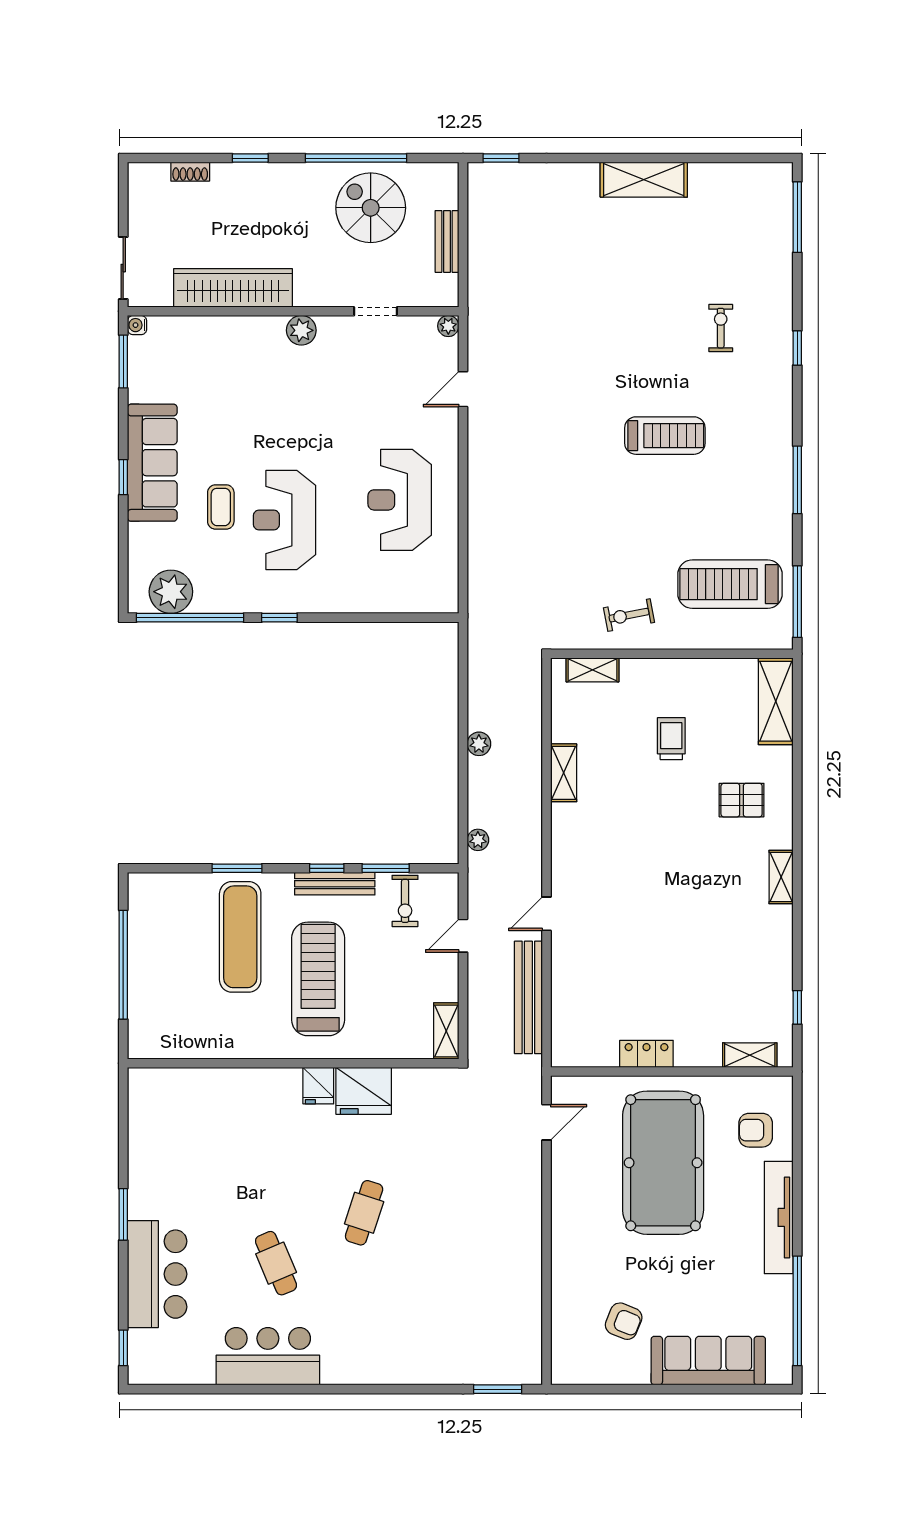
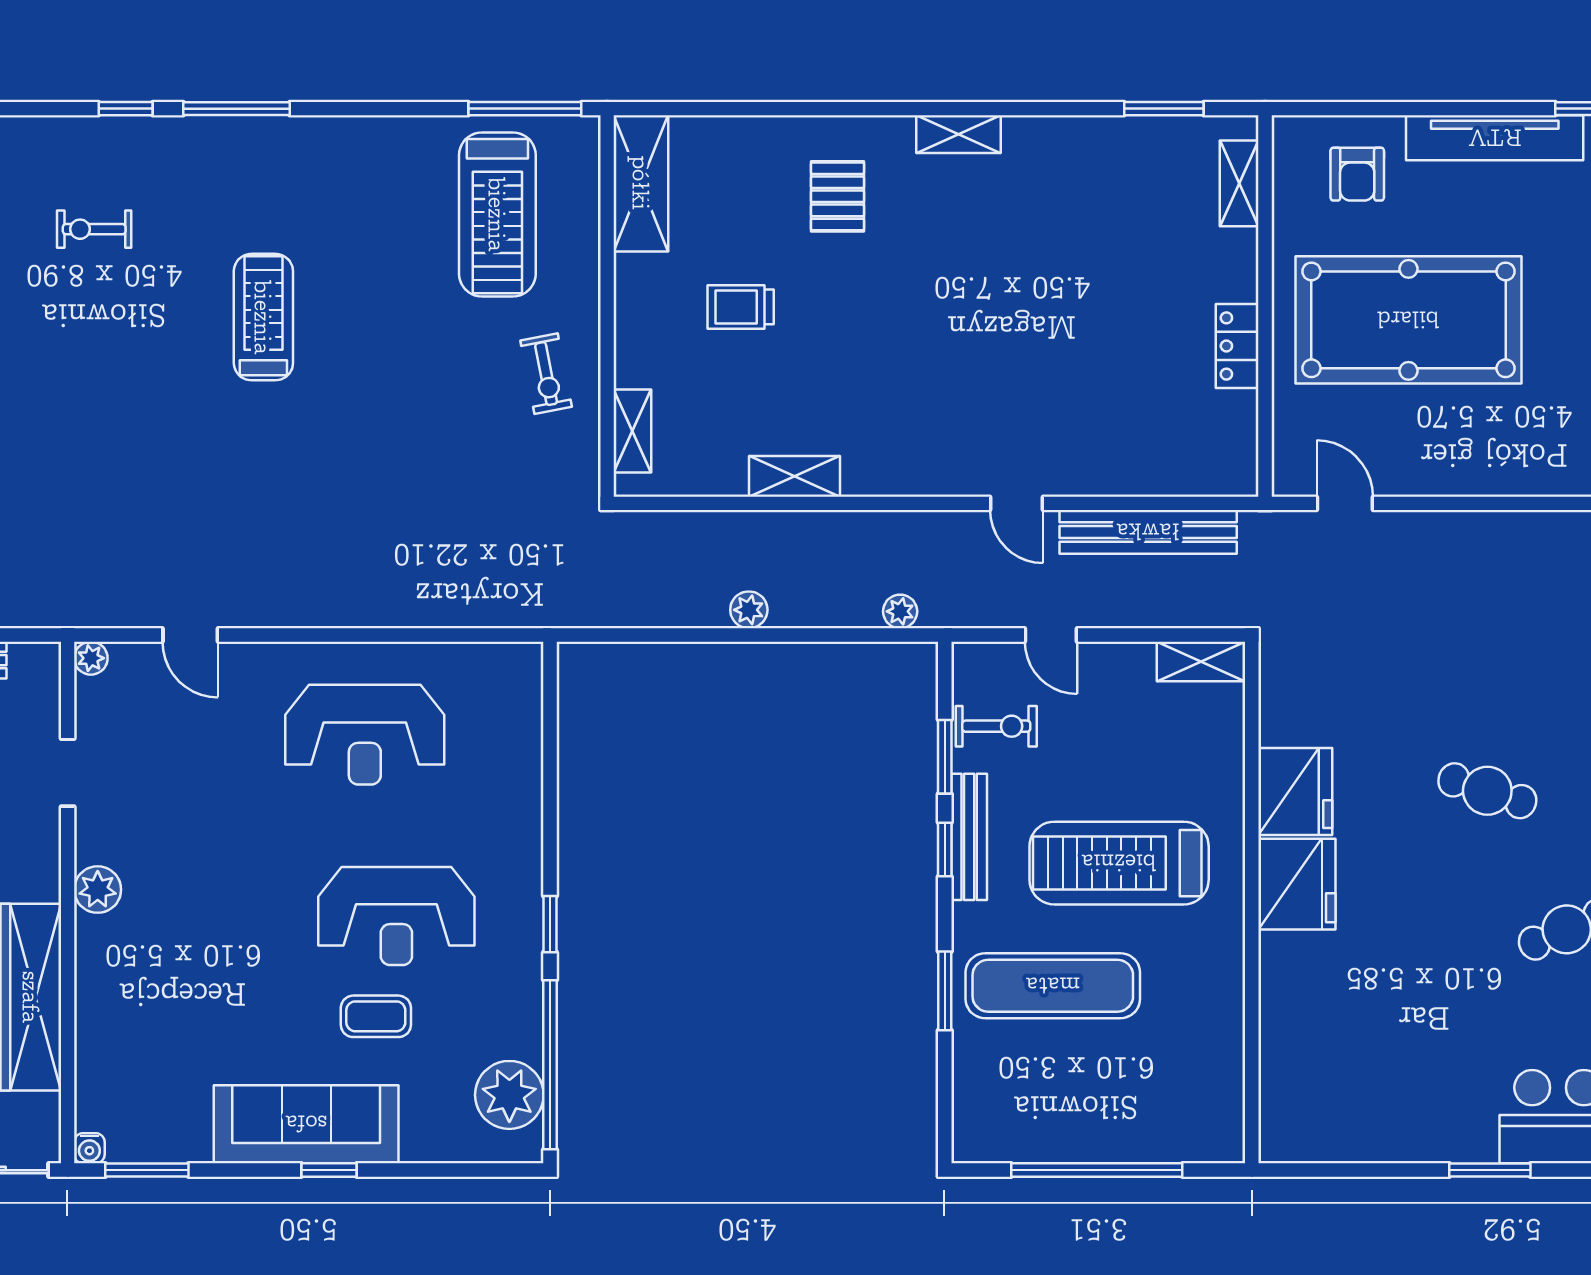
window: (797, 480) -> (236, 109), moved
shelving: (776, 701) -> (641, 183), moved, turned 90
window: (797, 1007) -> (1164, 109), width x1.50
fridge: (318, 1086) -> (1297, 884), width x1.88, depth x1.34

